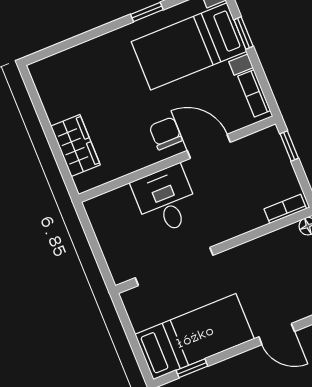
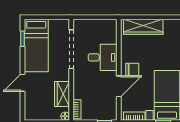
wardrobe: (75, 145) -> (143, 27), width x1.50
wardrobe: (267, 249) -> (62, 94), added

